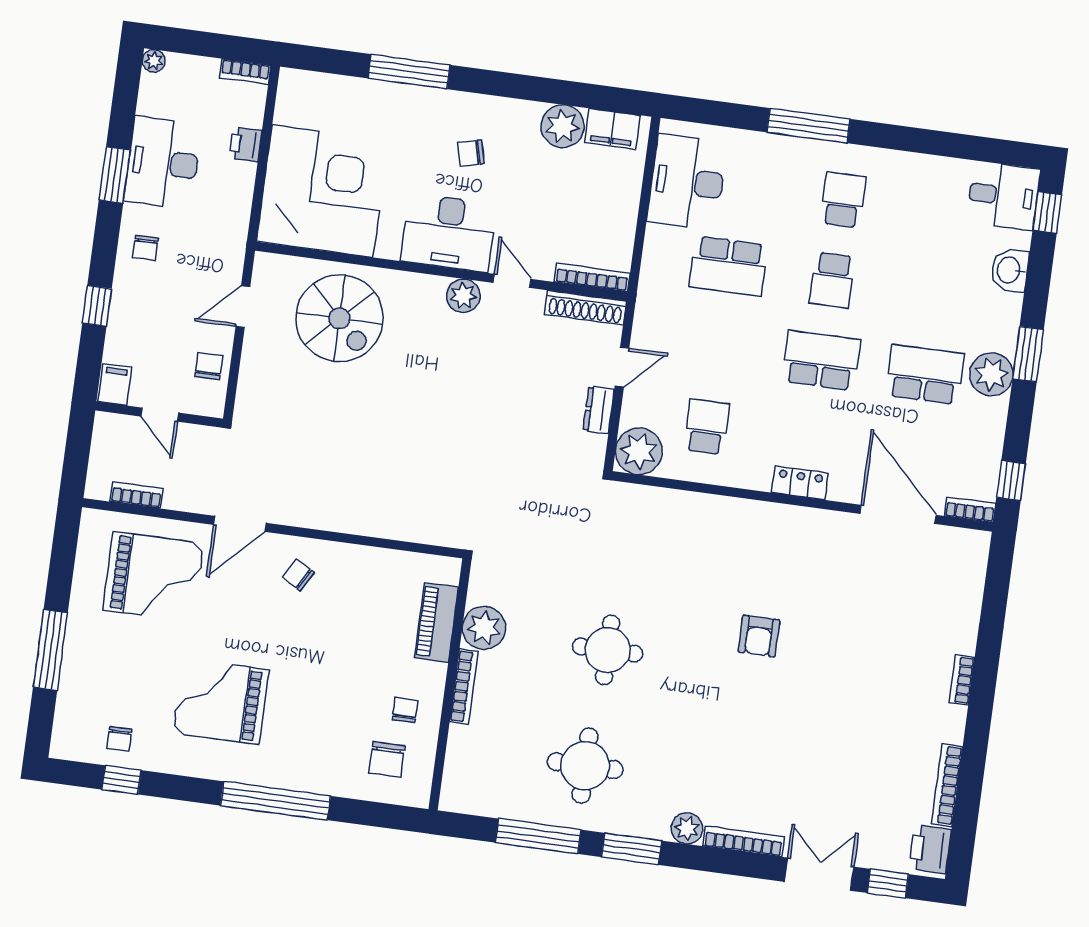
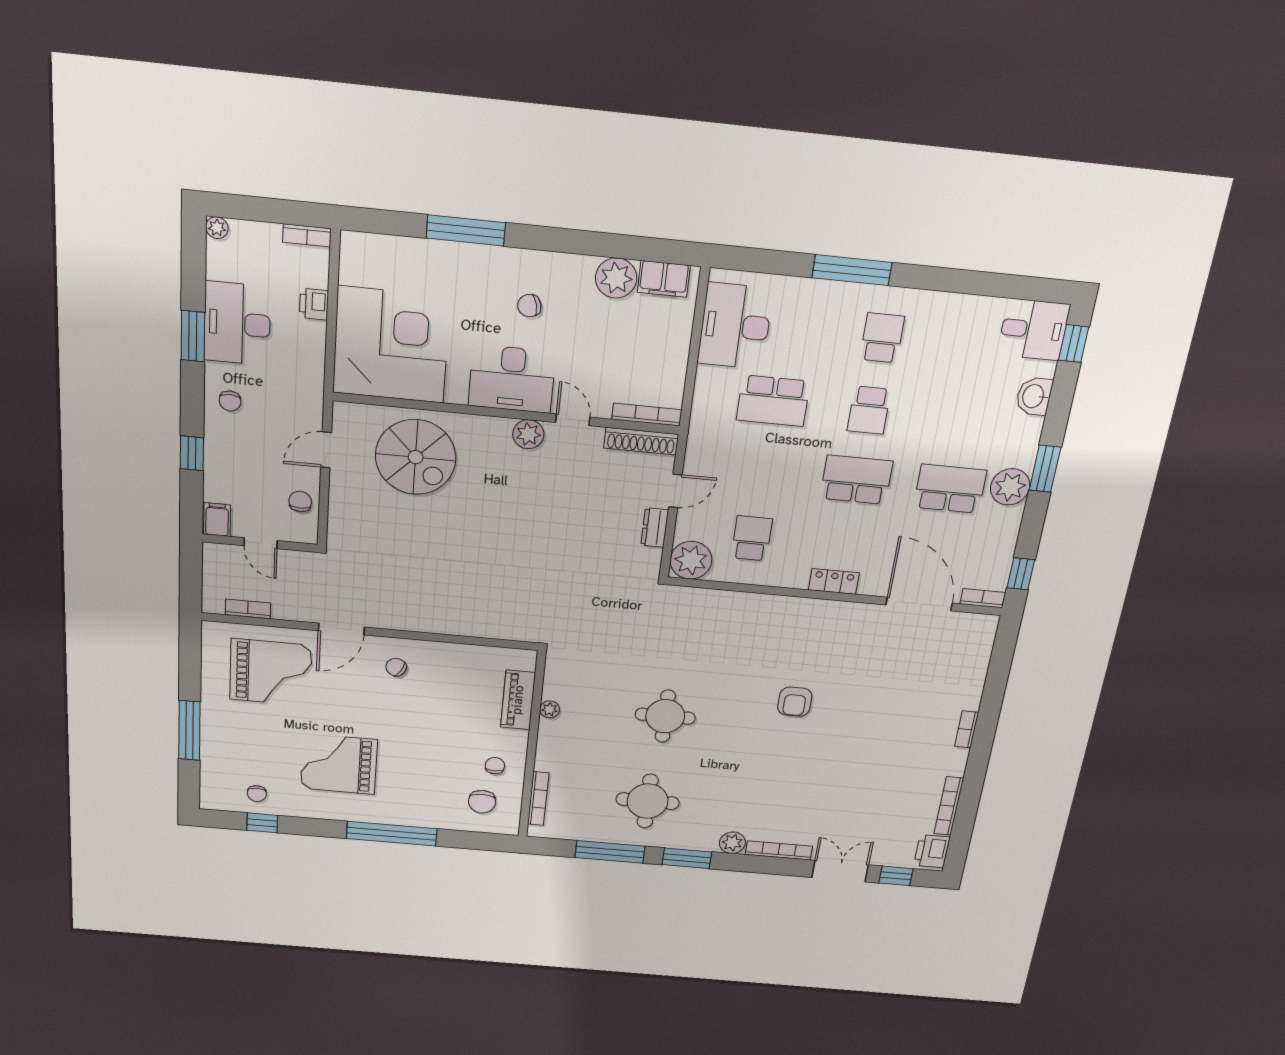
plant: (484, 628) -> (550, 709), width x0.53, depth x0.53
bookcase: (464, 687) -> (538, 799), moved

